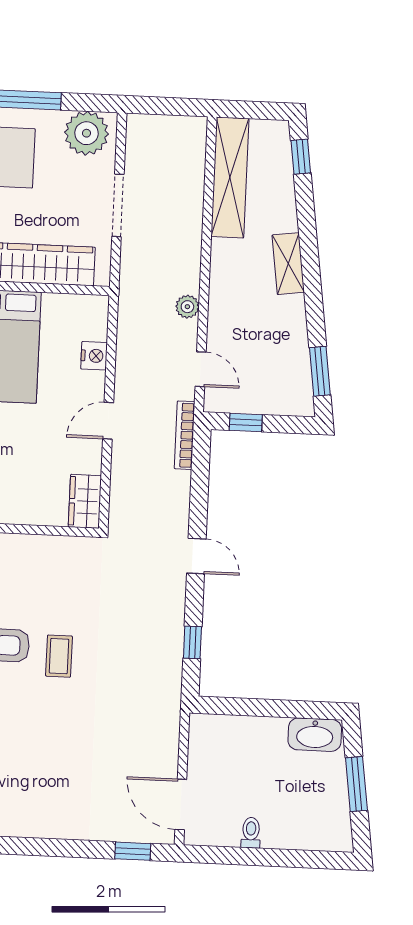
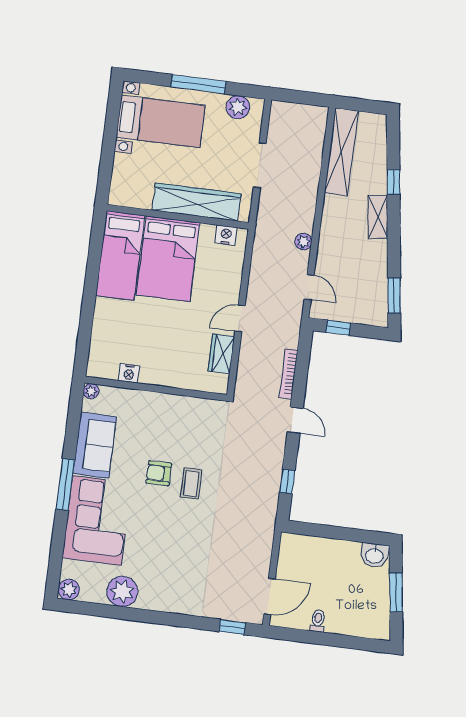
plant: (86, 133) -> (238, 107), width x0.73, depth x0.73
window: (301, 157) -> (393, 182), moved
nightstand: (94, 356) -> (226, 235), moved, turned -90
bookcase: (185, 435) -> (289, 374), moved
wardrobe: (85, 501) -> (221, 354), moved
washbasin: (315, 735) -> (374, 555), width x0.72
door: (181, 804) -> (269, 597), swing flipped

